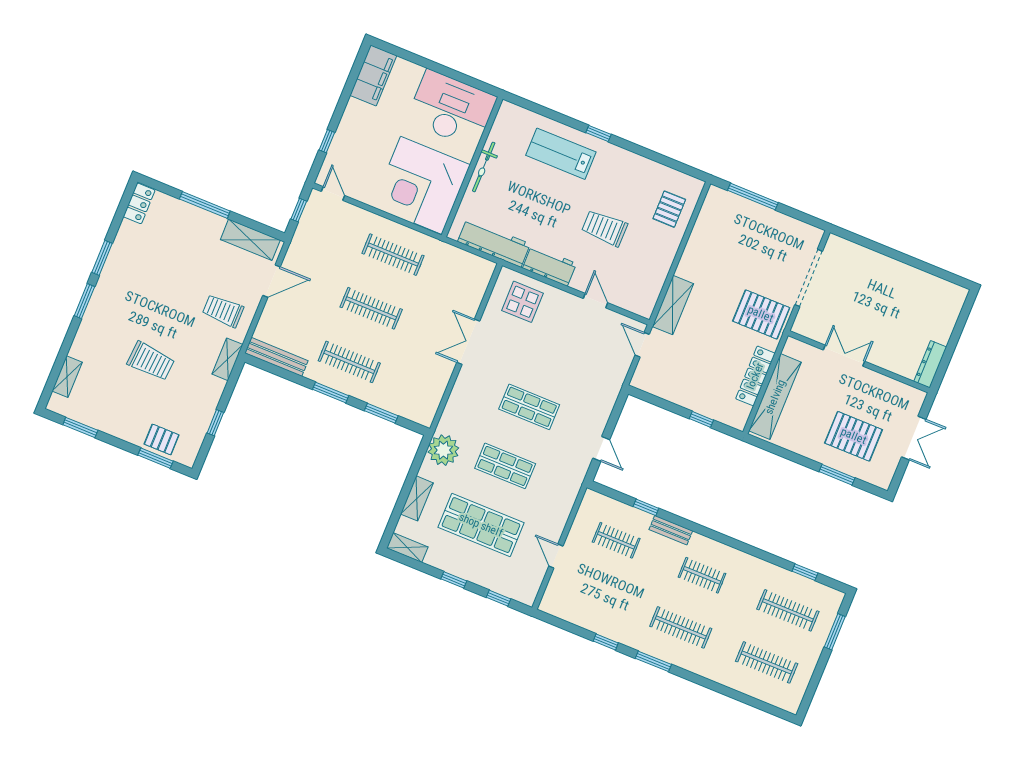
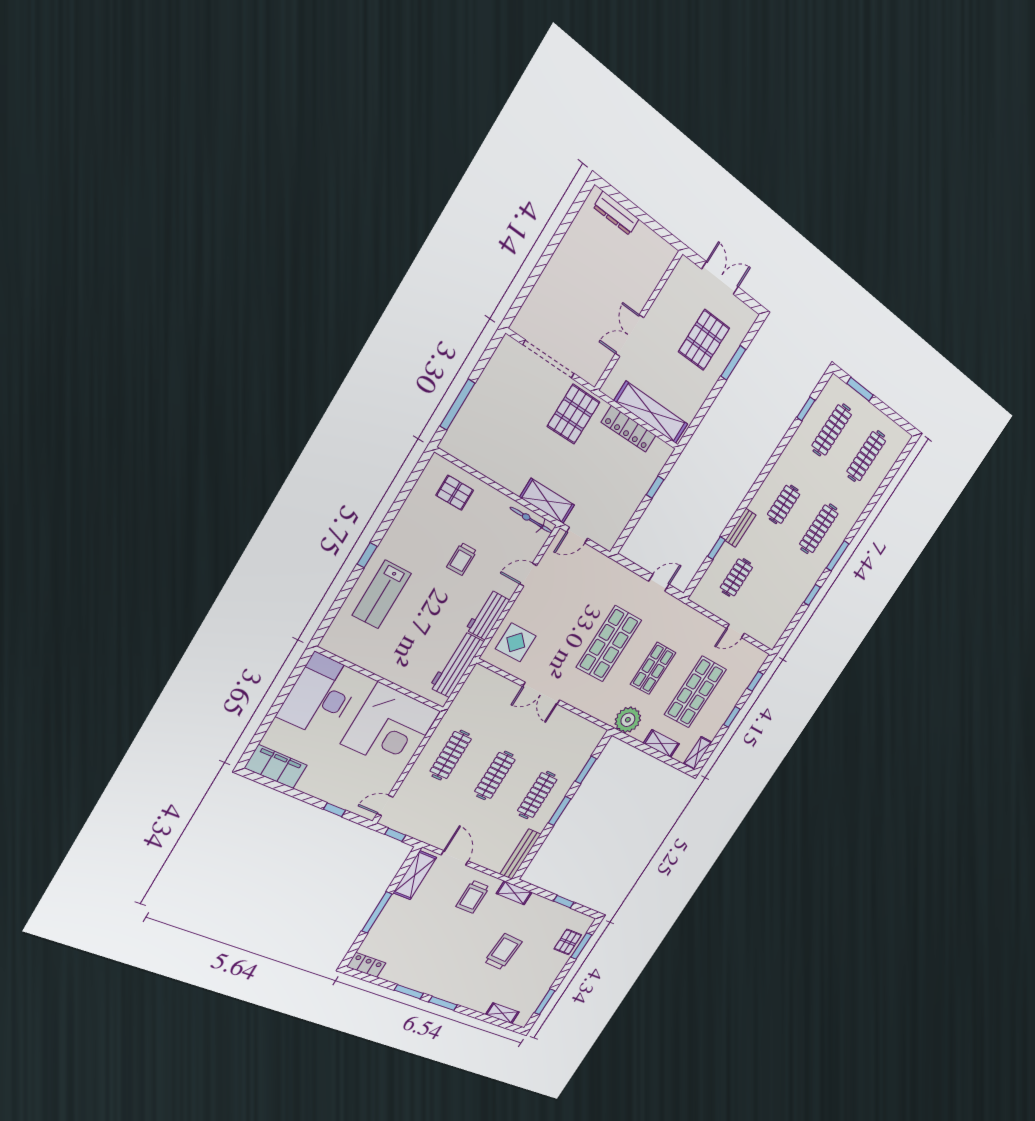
bicycle: (484, 167) -> (531, 520), moved, turned 180
trolley: (605, 228) -> (462, 559), width x0.73, depth x0.72
dresser: (930, 364) -> (616, 213), moved
shop shelf: (529, 407) -> (609, 644), width x1.43, depth x1.36

